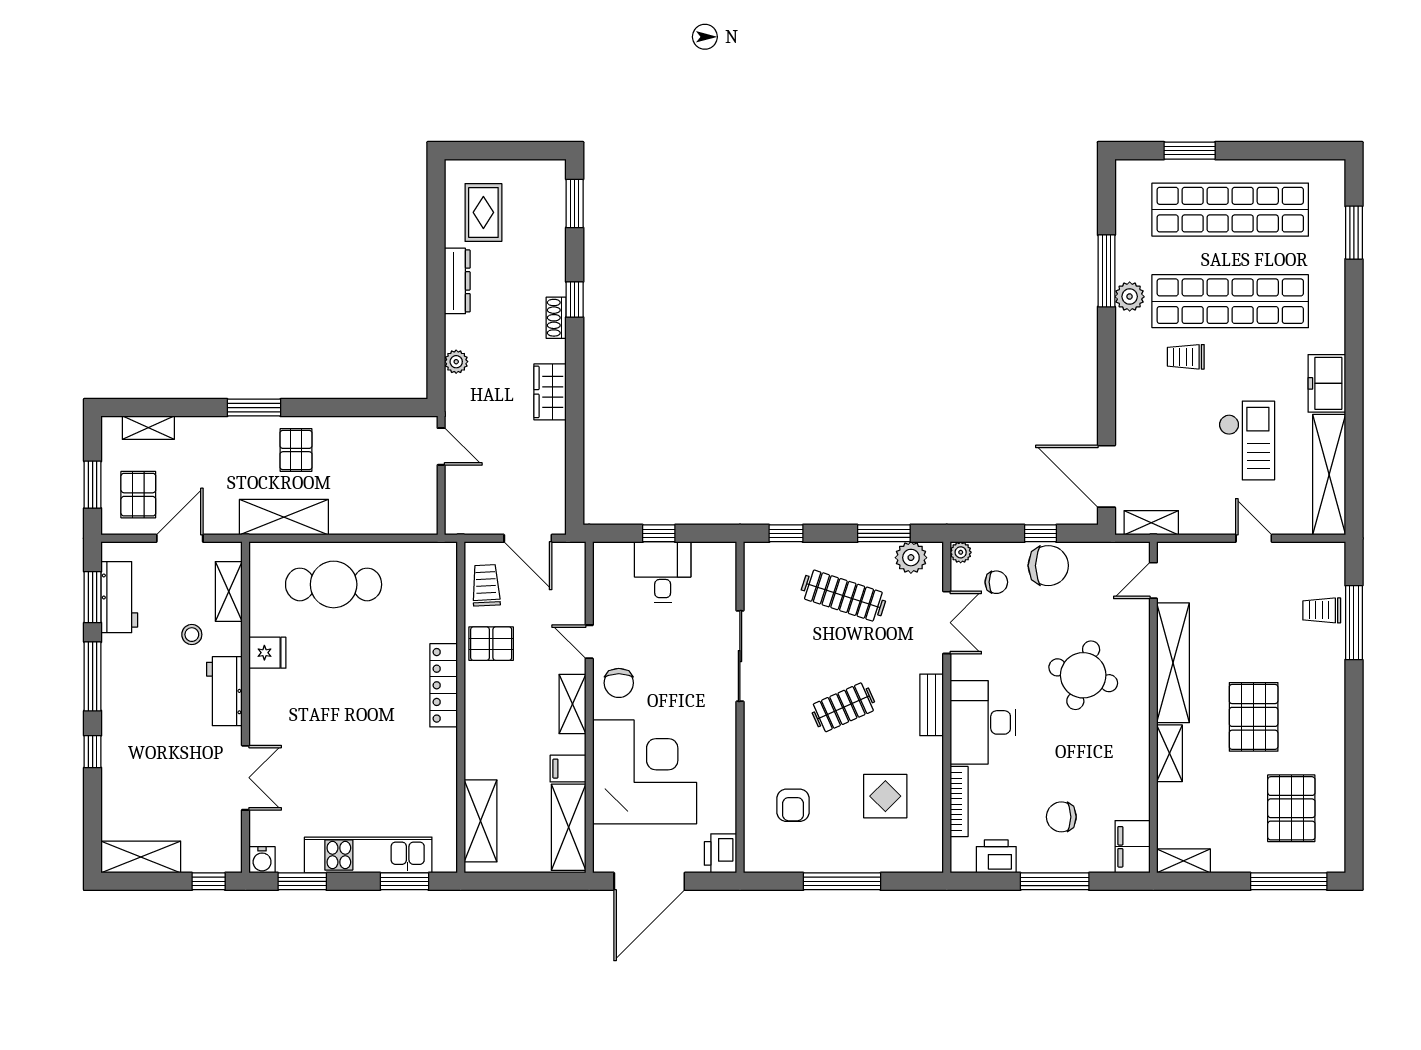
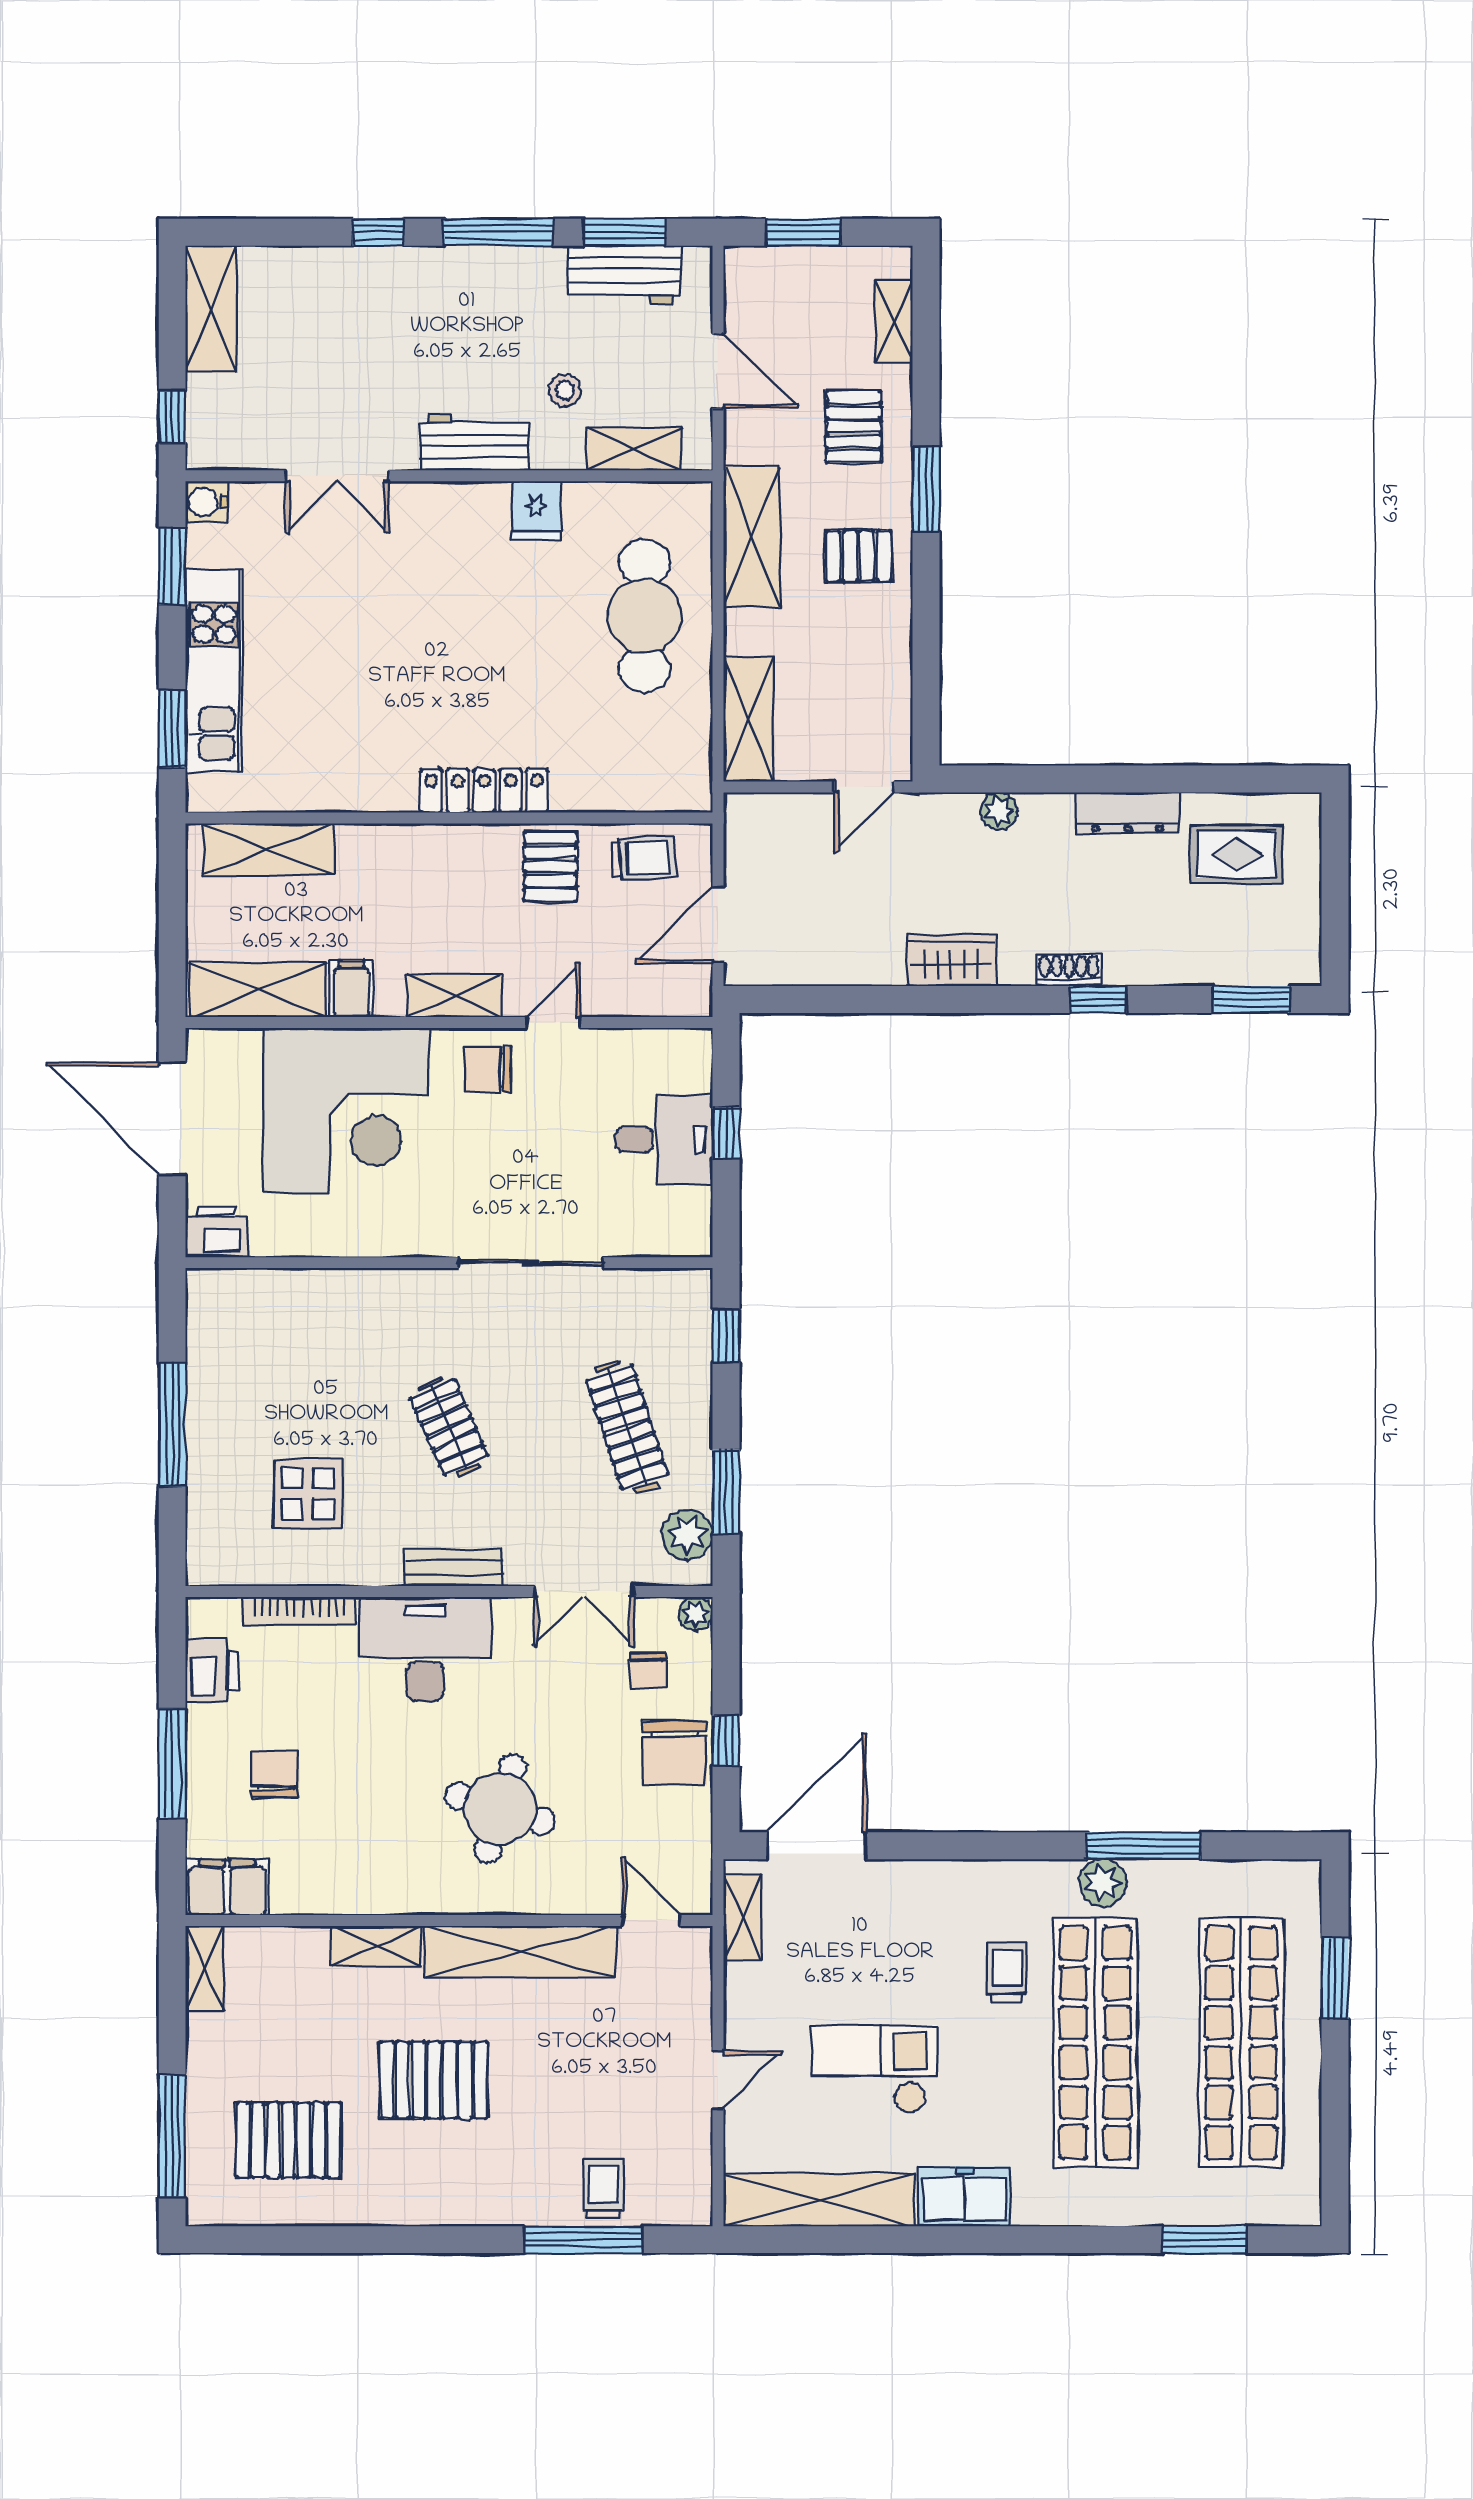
checkout: (1247, 440) -> (874, 2069), turned 180
pallet: (138, 495) -> (854, 427), moved, turned 90
shelving: (399, 519) -> (748, 719), added
clothes rail: (843, 596) -> (627, 1427), turned -36
armchair: (793, 805) -> (293, 1347), removed

